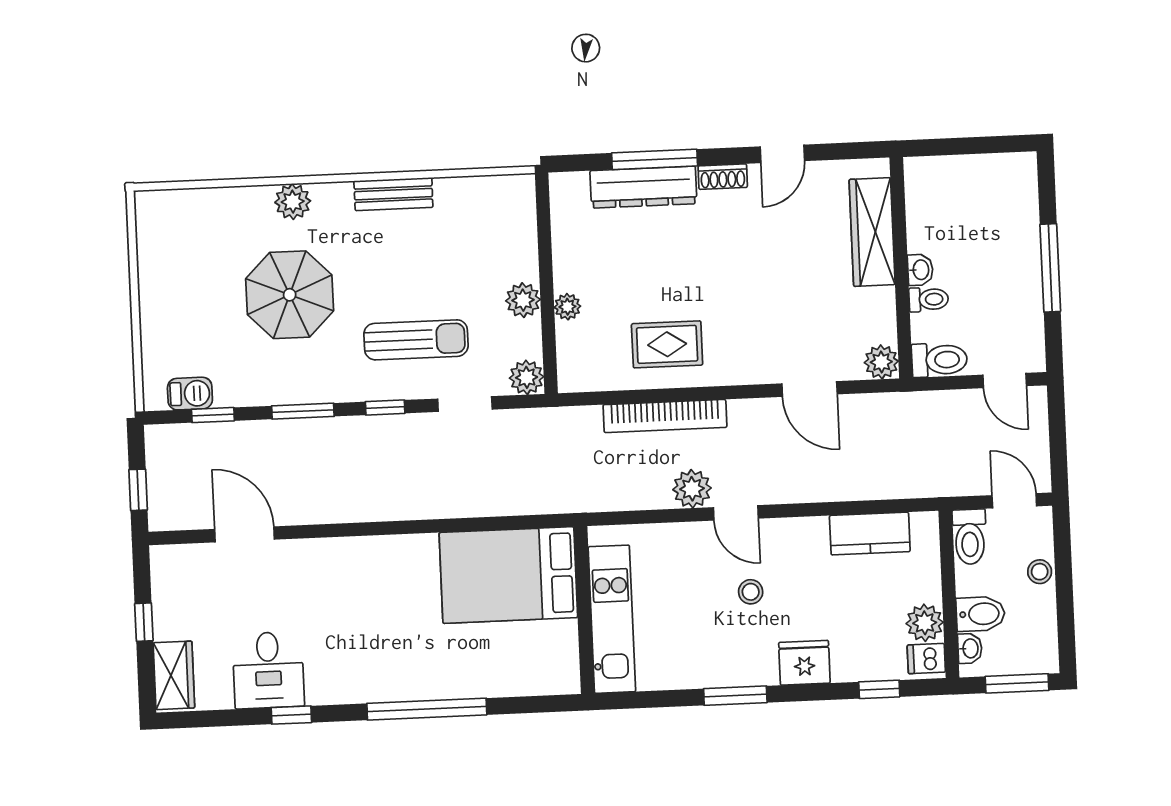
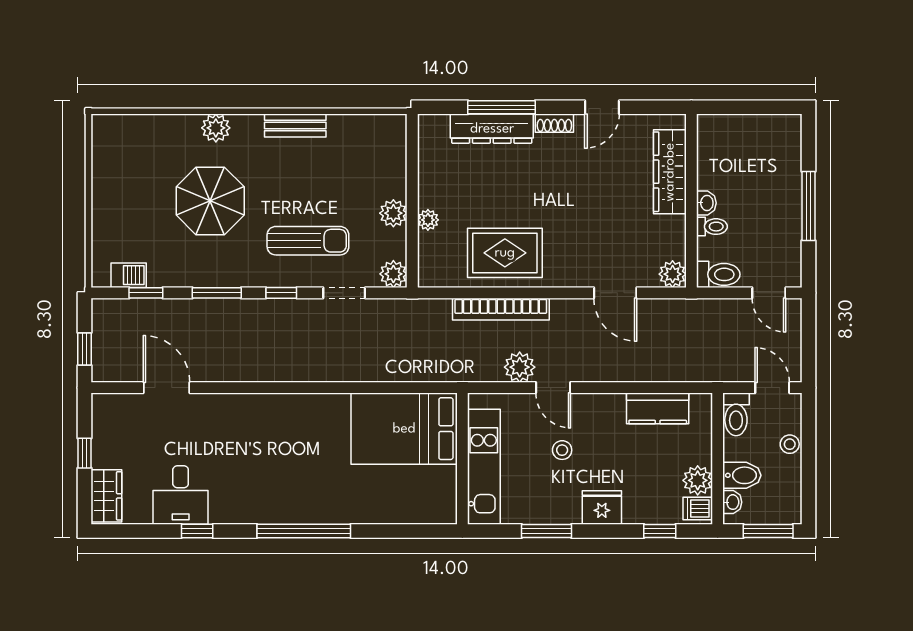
rug: (667, 344) -> (505, 253), width x1.36, depth x1.43
bed: (508, 575) -> (404, 429), moved
wall: (584, 610) -> (462, 459), moved
kitchen unit: (612, 619) -> (484, 467), moved

